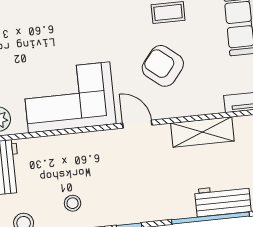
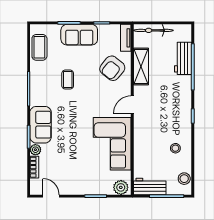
armchair: (163, 66) -> (112, 68), moved

